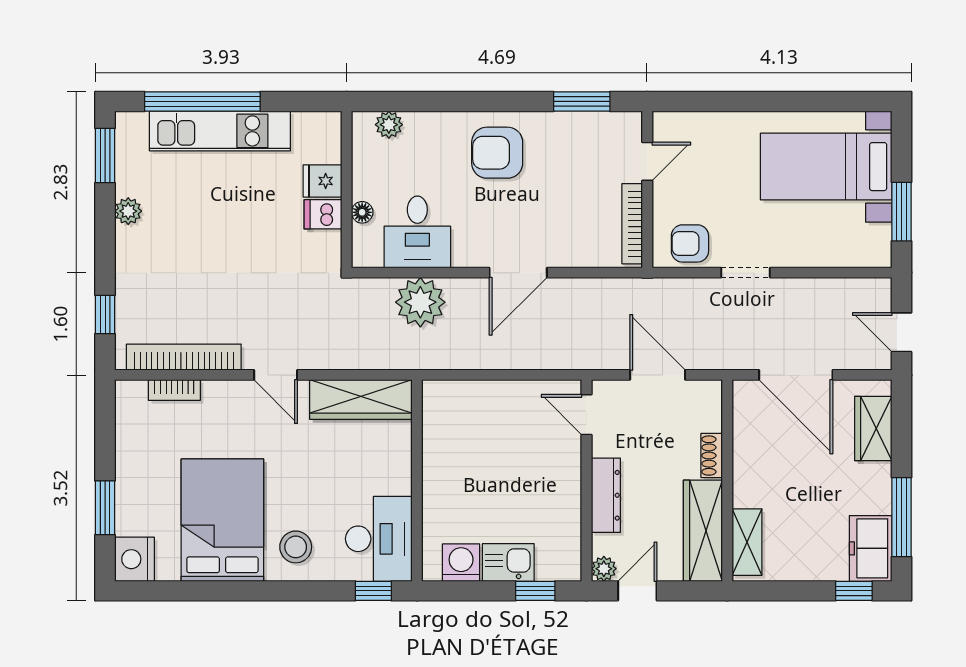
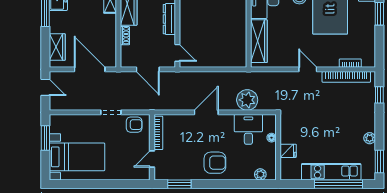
dishwasher: (323, 214) -> (288, 137), removed
wardrobe: (361, 400) -> (259, 41), moved, turned 90

